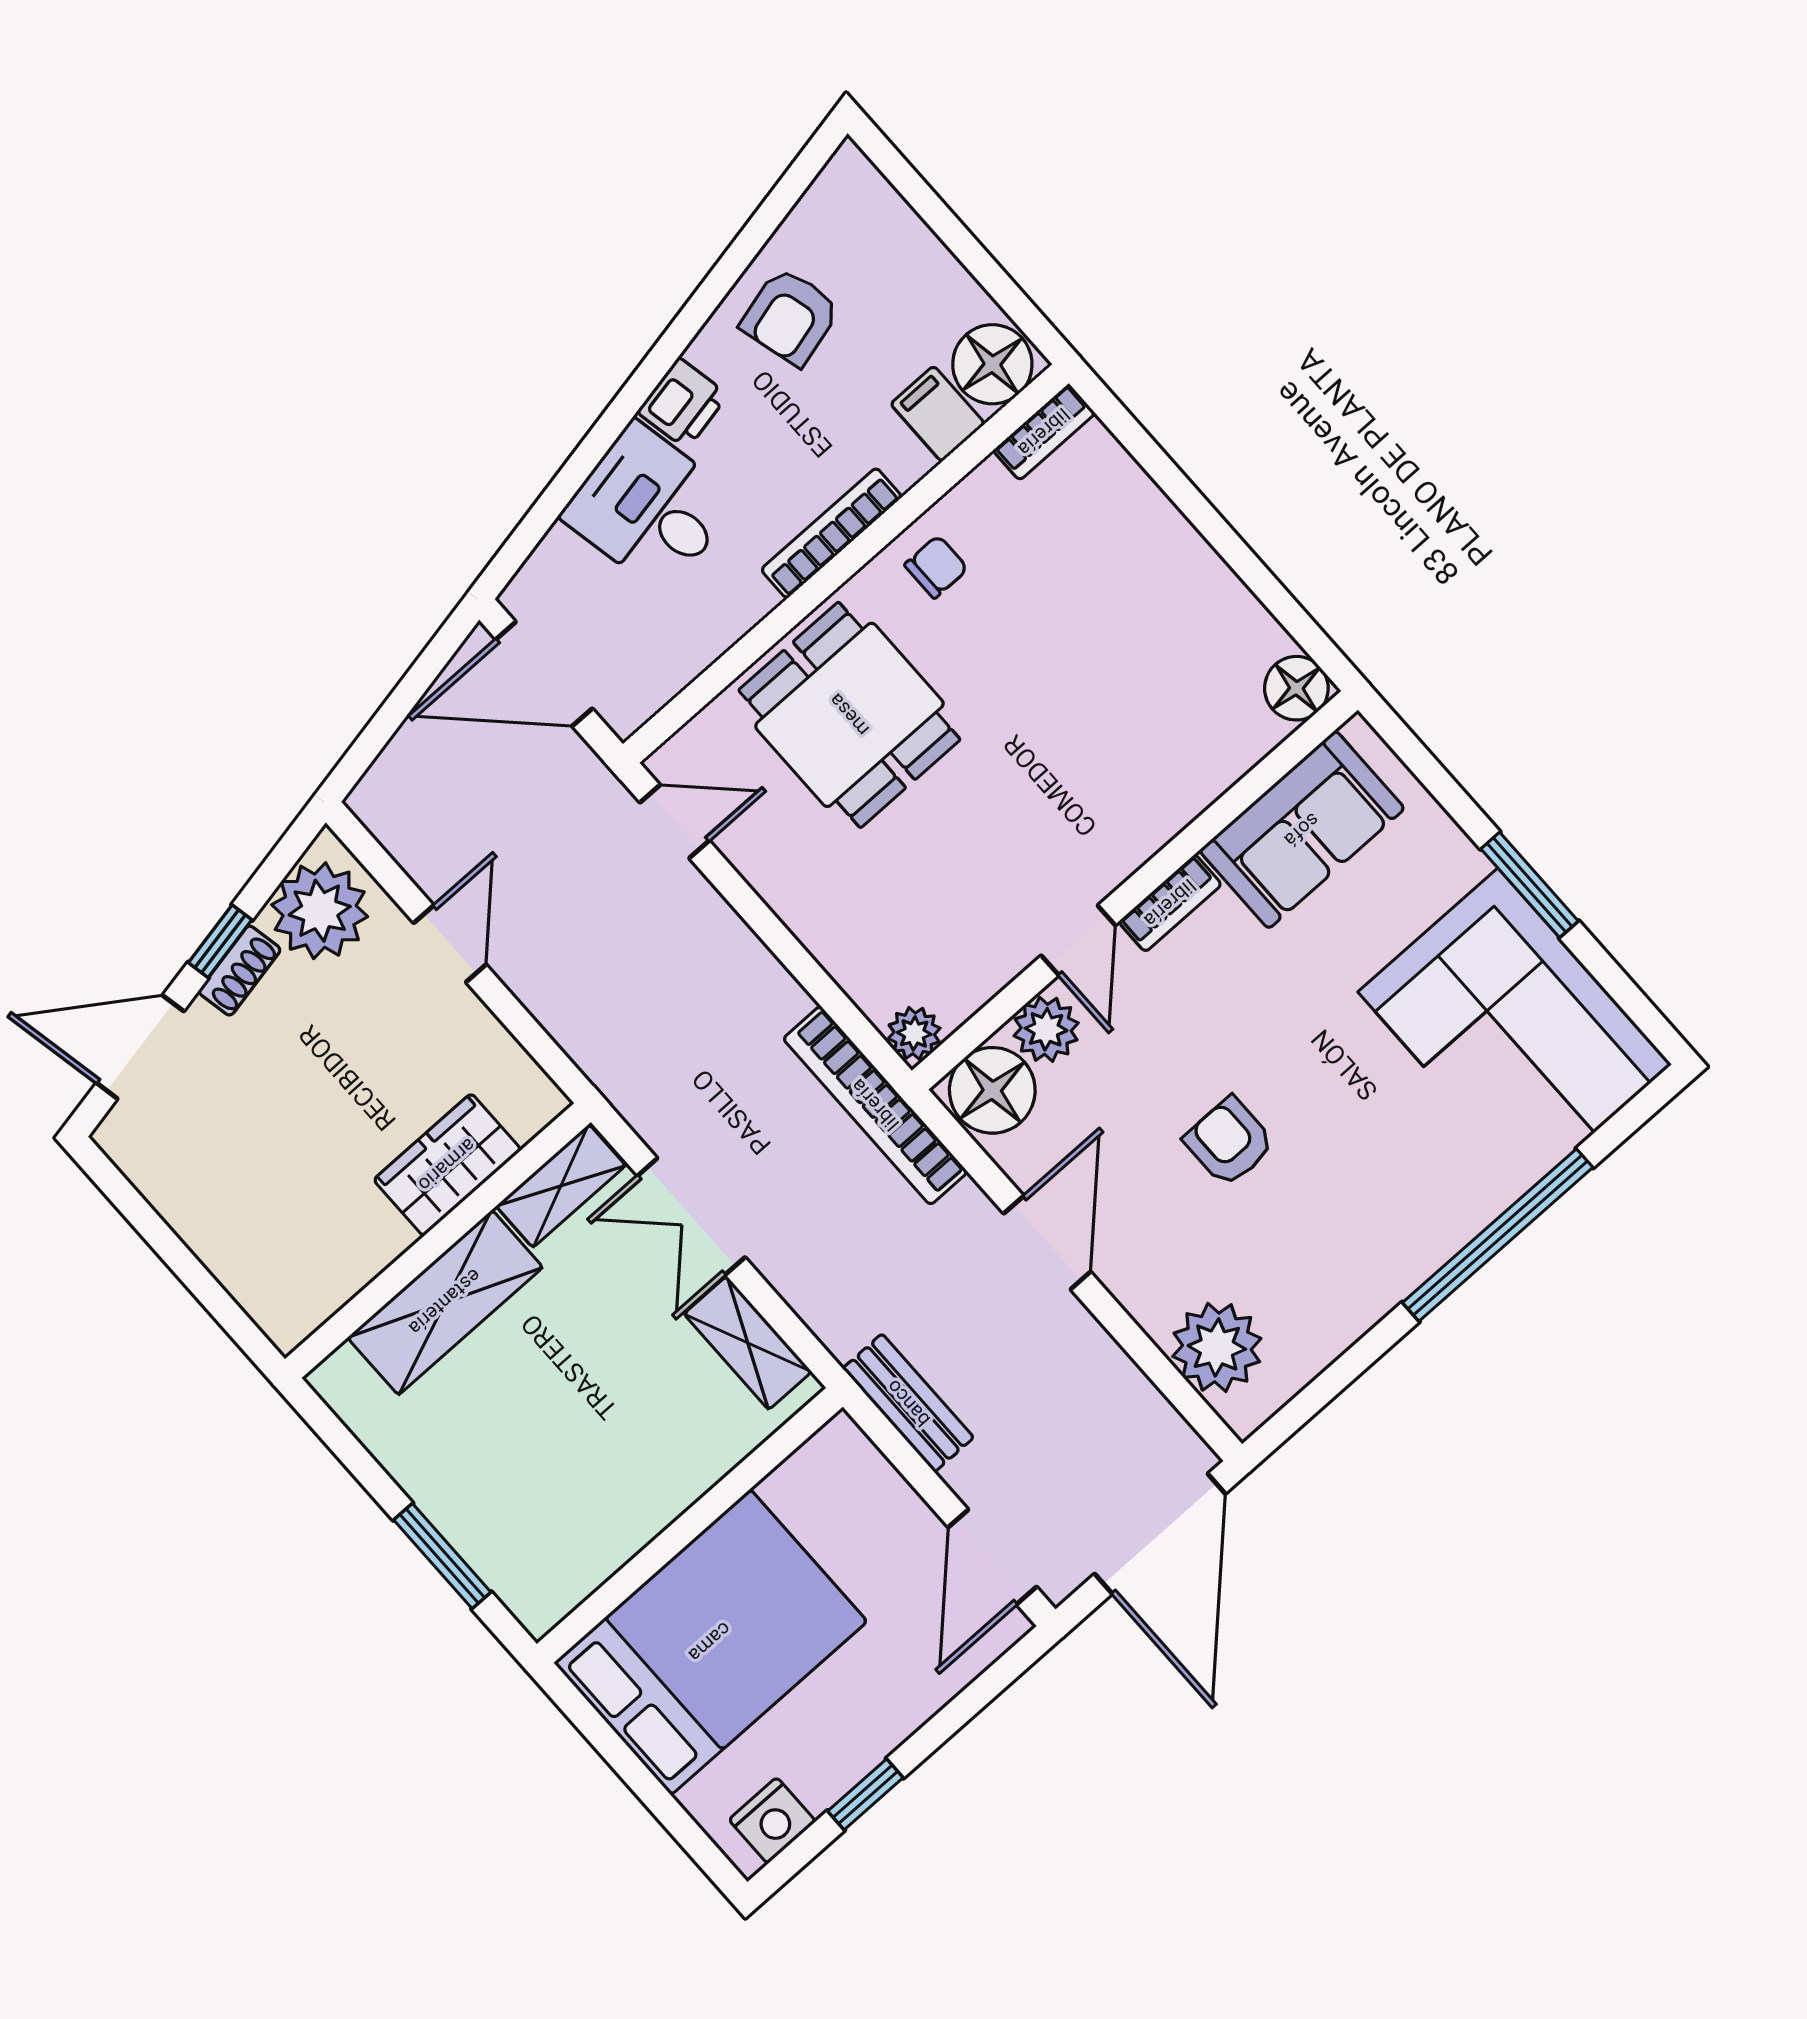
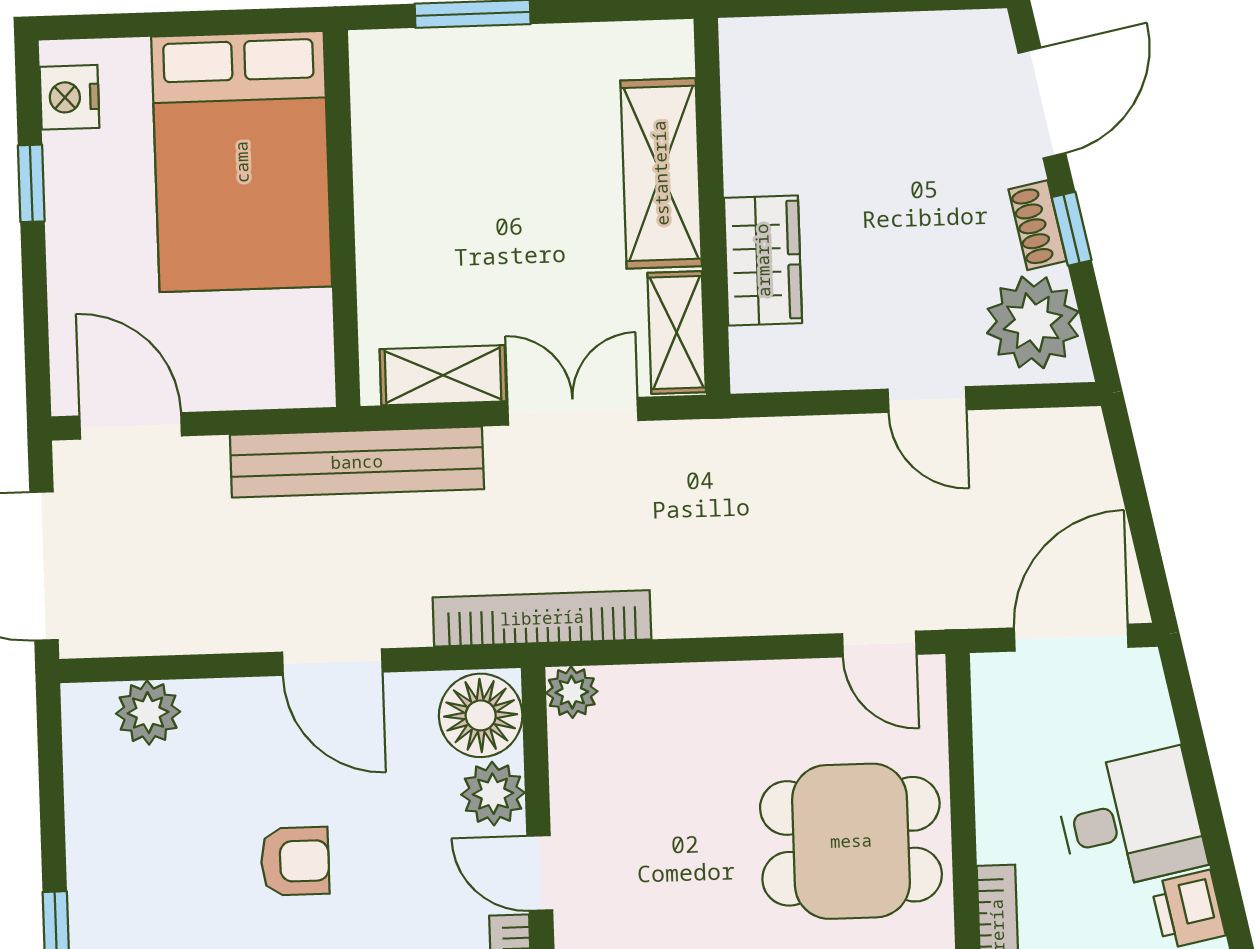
door: (675, 822) -> (879, 644), hinge flipped
plant: (1217, 1347) -> (148, 713), width x0.73, depth x0.73
bench: (908, 1403) -> (357, 462), width x1.86, depth x1.21

